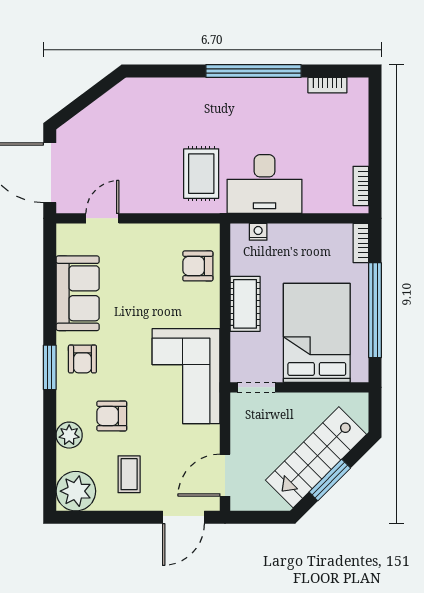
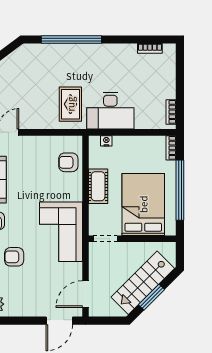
window: (254, 71) -> (71, 40), moved
coffee table: (129, 474) -> (25, 294), removed

